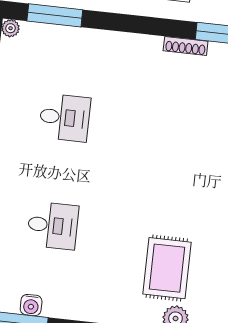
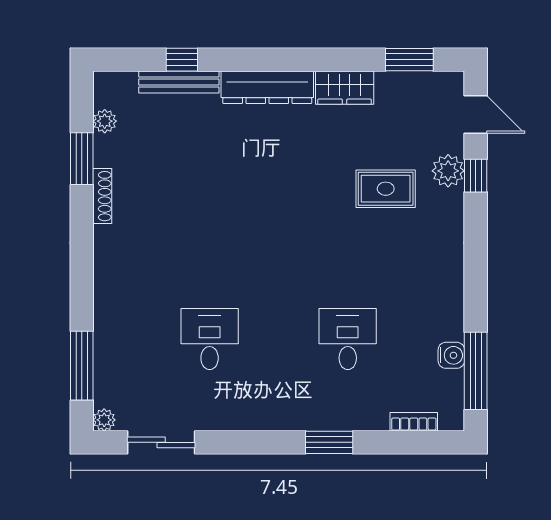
rug: (167, 268) -> (386, 189), width x0.73, depth x0.70

